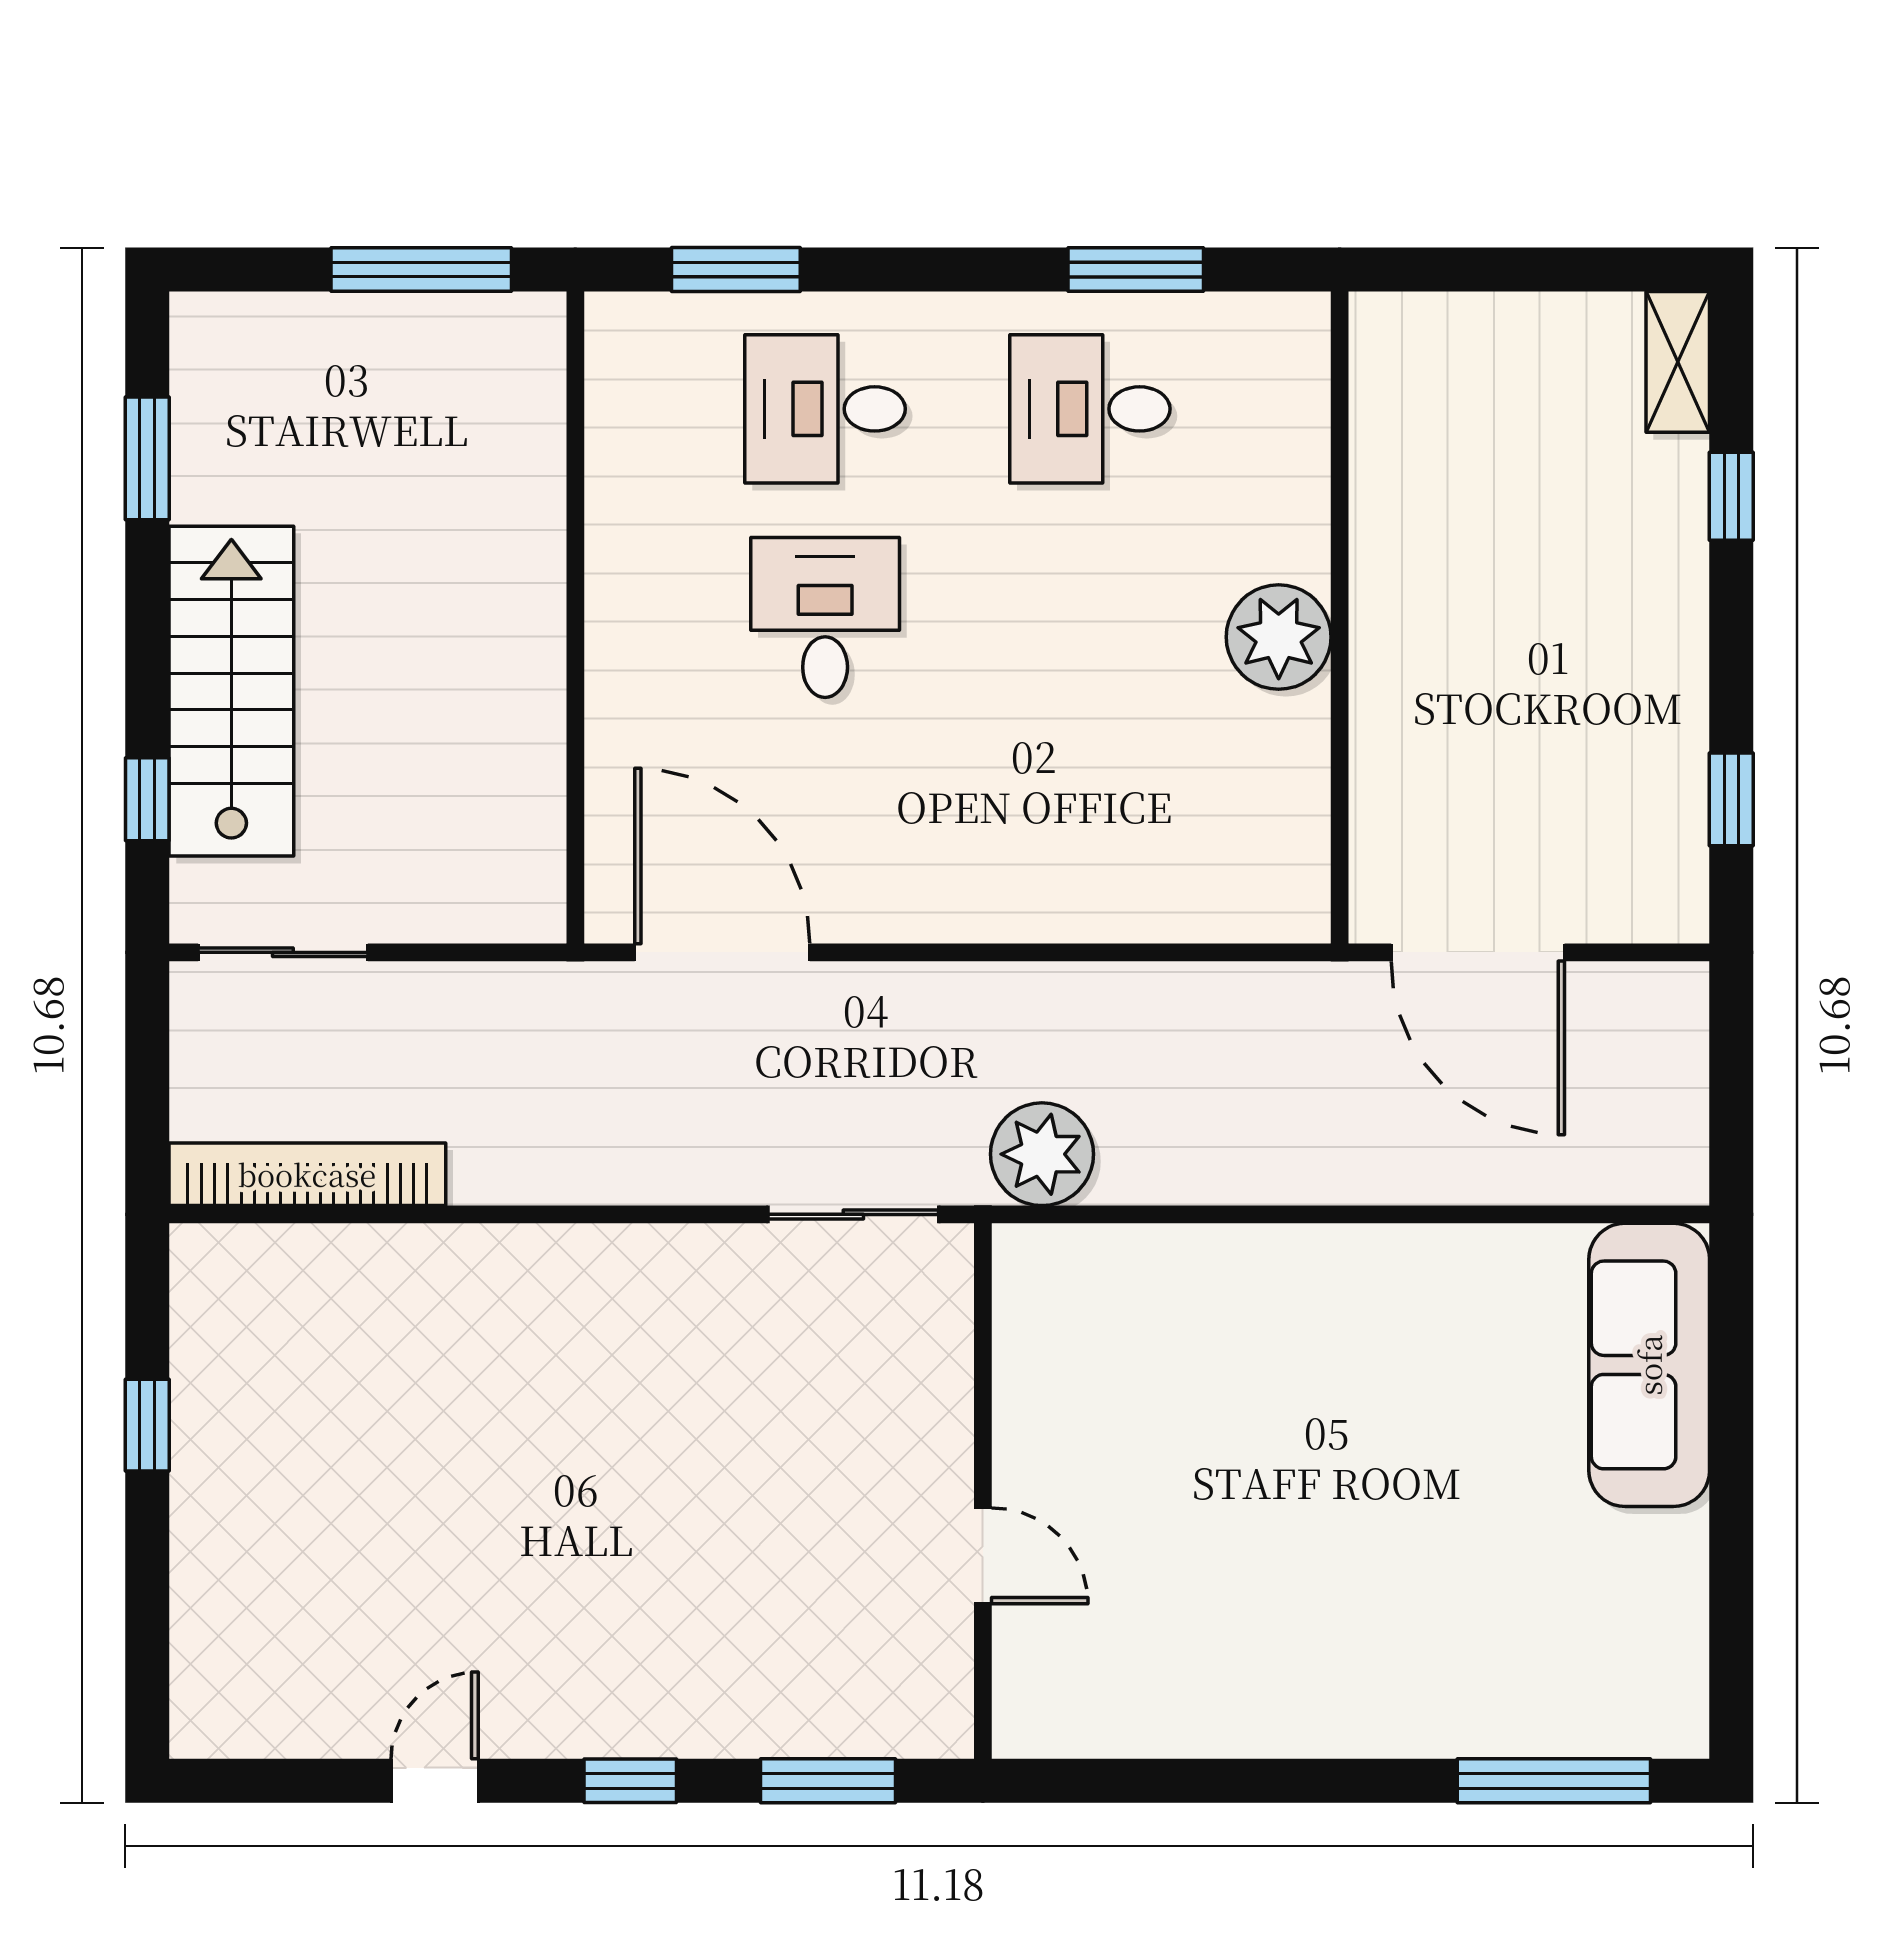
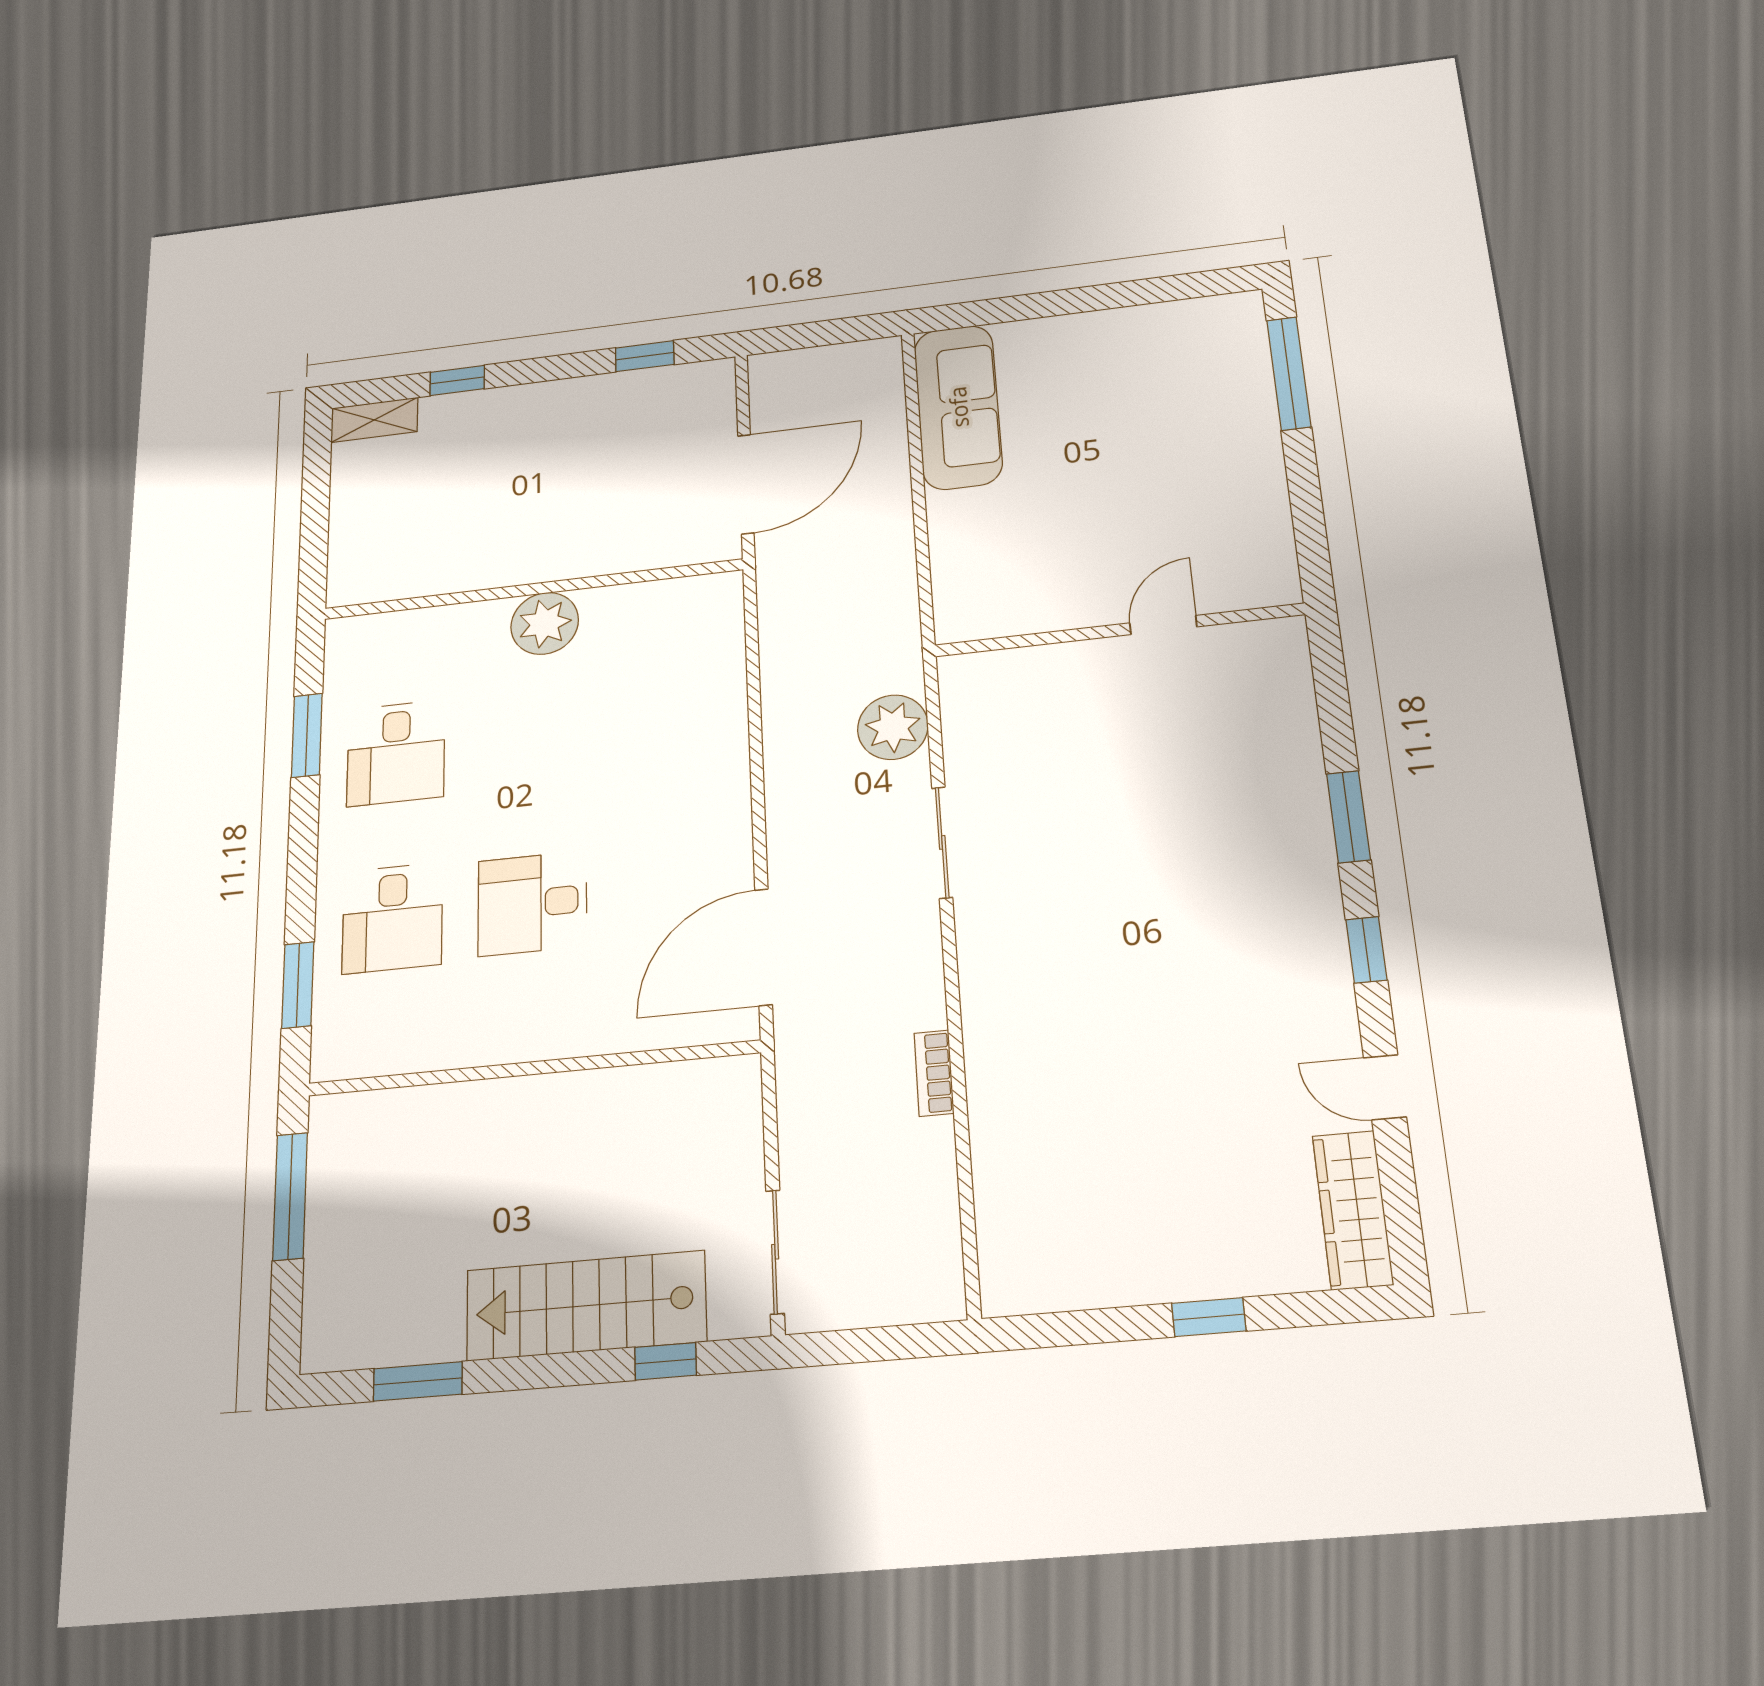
bookcase: (307, 1174) -> (934, 1073), moved, width x0.43, depth x0.76
sofa: (1649, 1365) -> (958, 407), moved, turned -90
window: (147, 1425) -> (1209, 1317), moved
wall: (983, 1491) -> (1118, 630), moved
door: (983, 1556) -> (1163, 625), moved
wardrobe: (273, 1719) -> (1353, 1210), added

